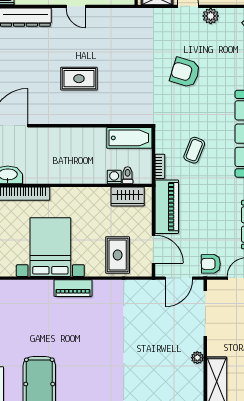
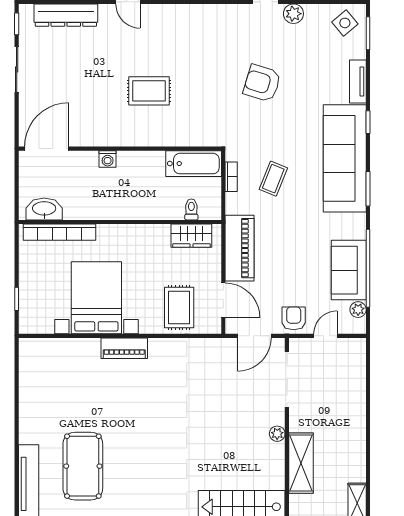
rug: (79, 79) -> (149, 91), moved
bookcase: (160, 166) -> (231, 177), moved
washing machine: (114, 177) -> (108, 159), moved, turned 180
armchair: (211, 264) -> (294, 318), turned 91

